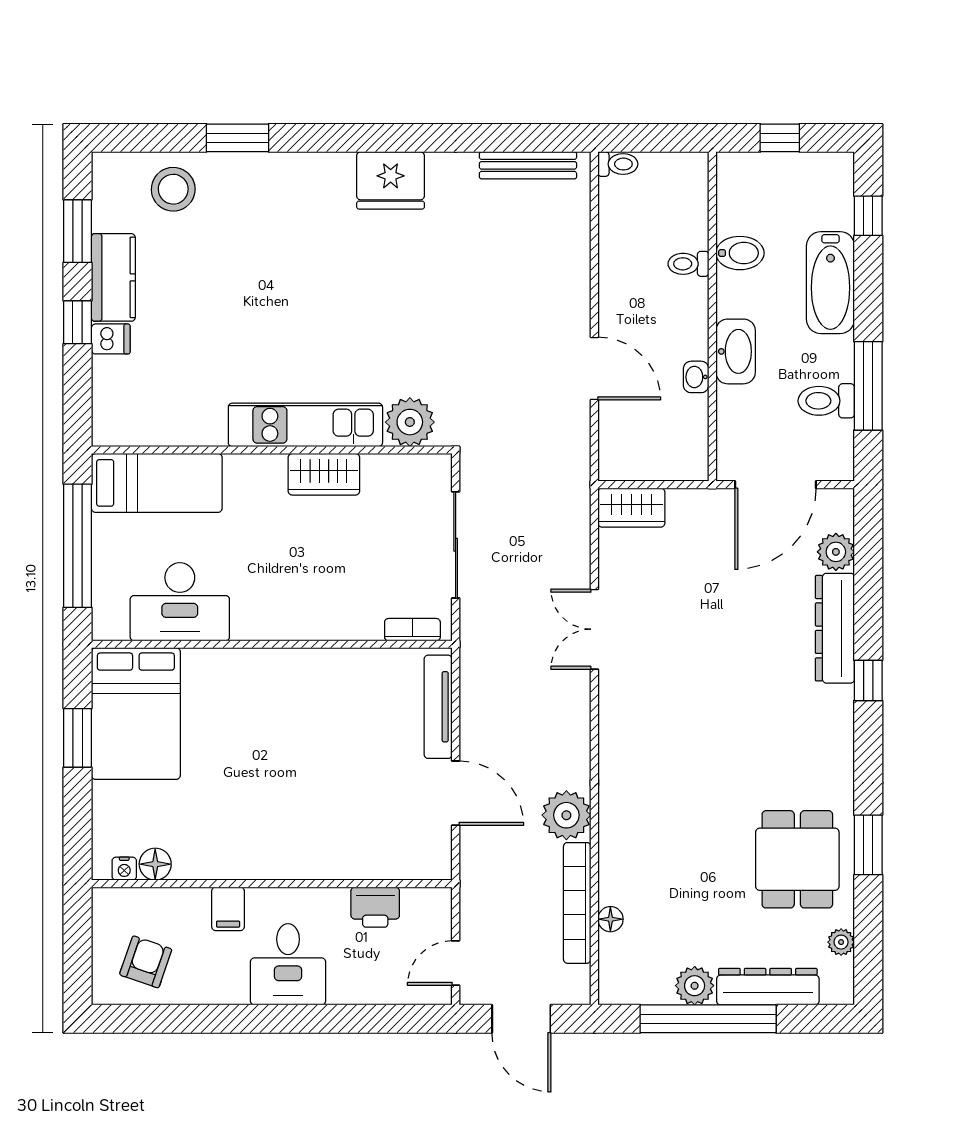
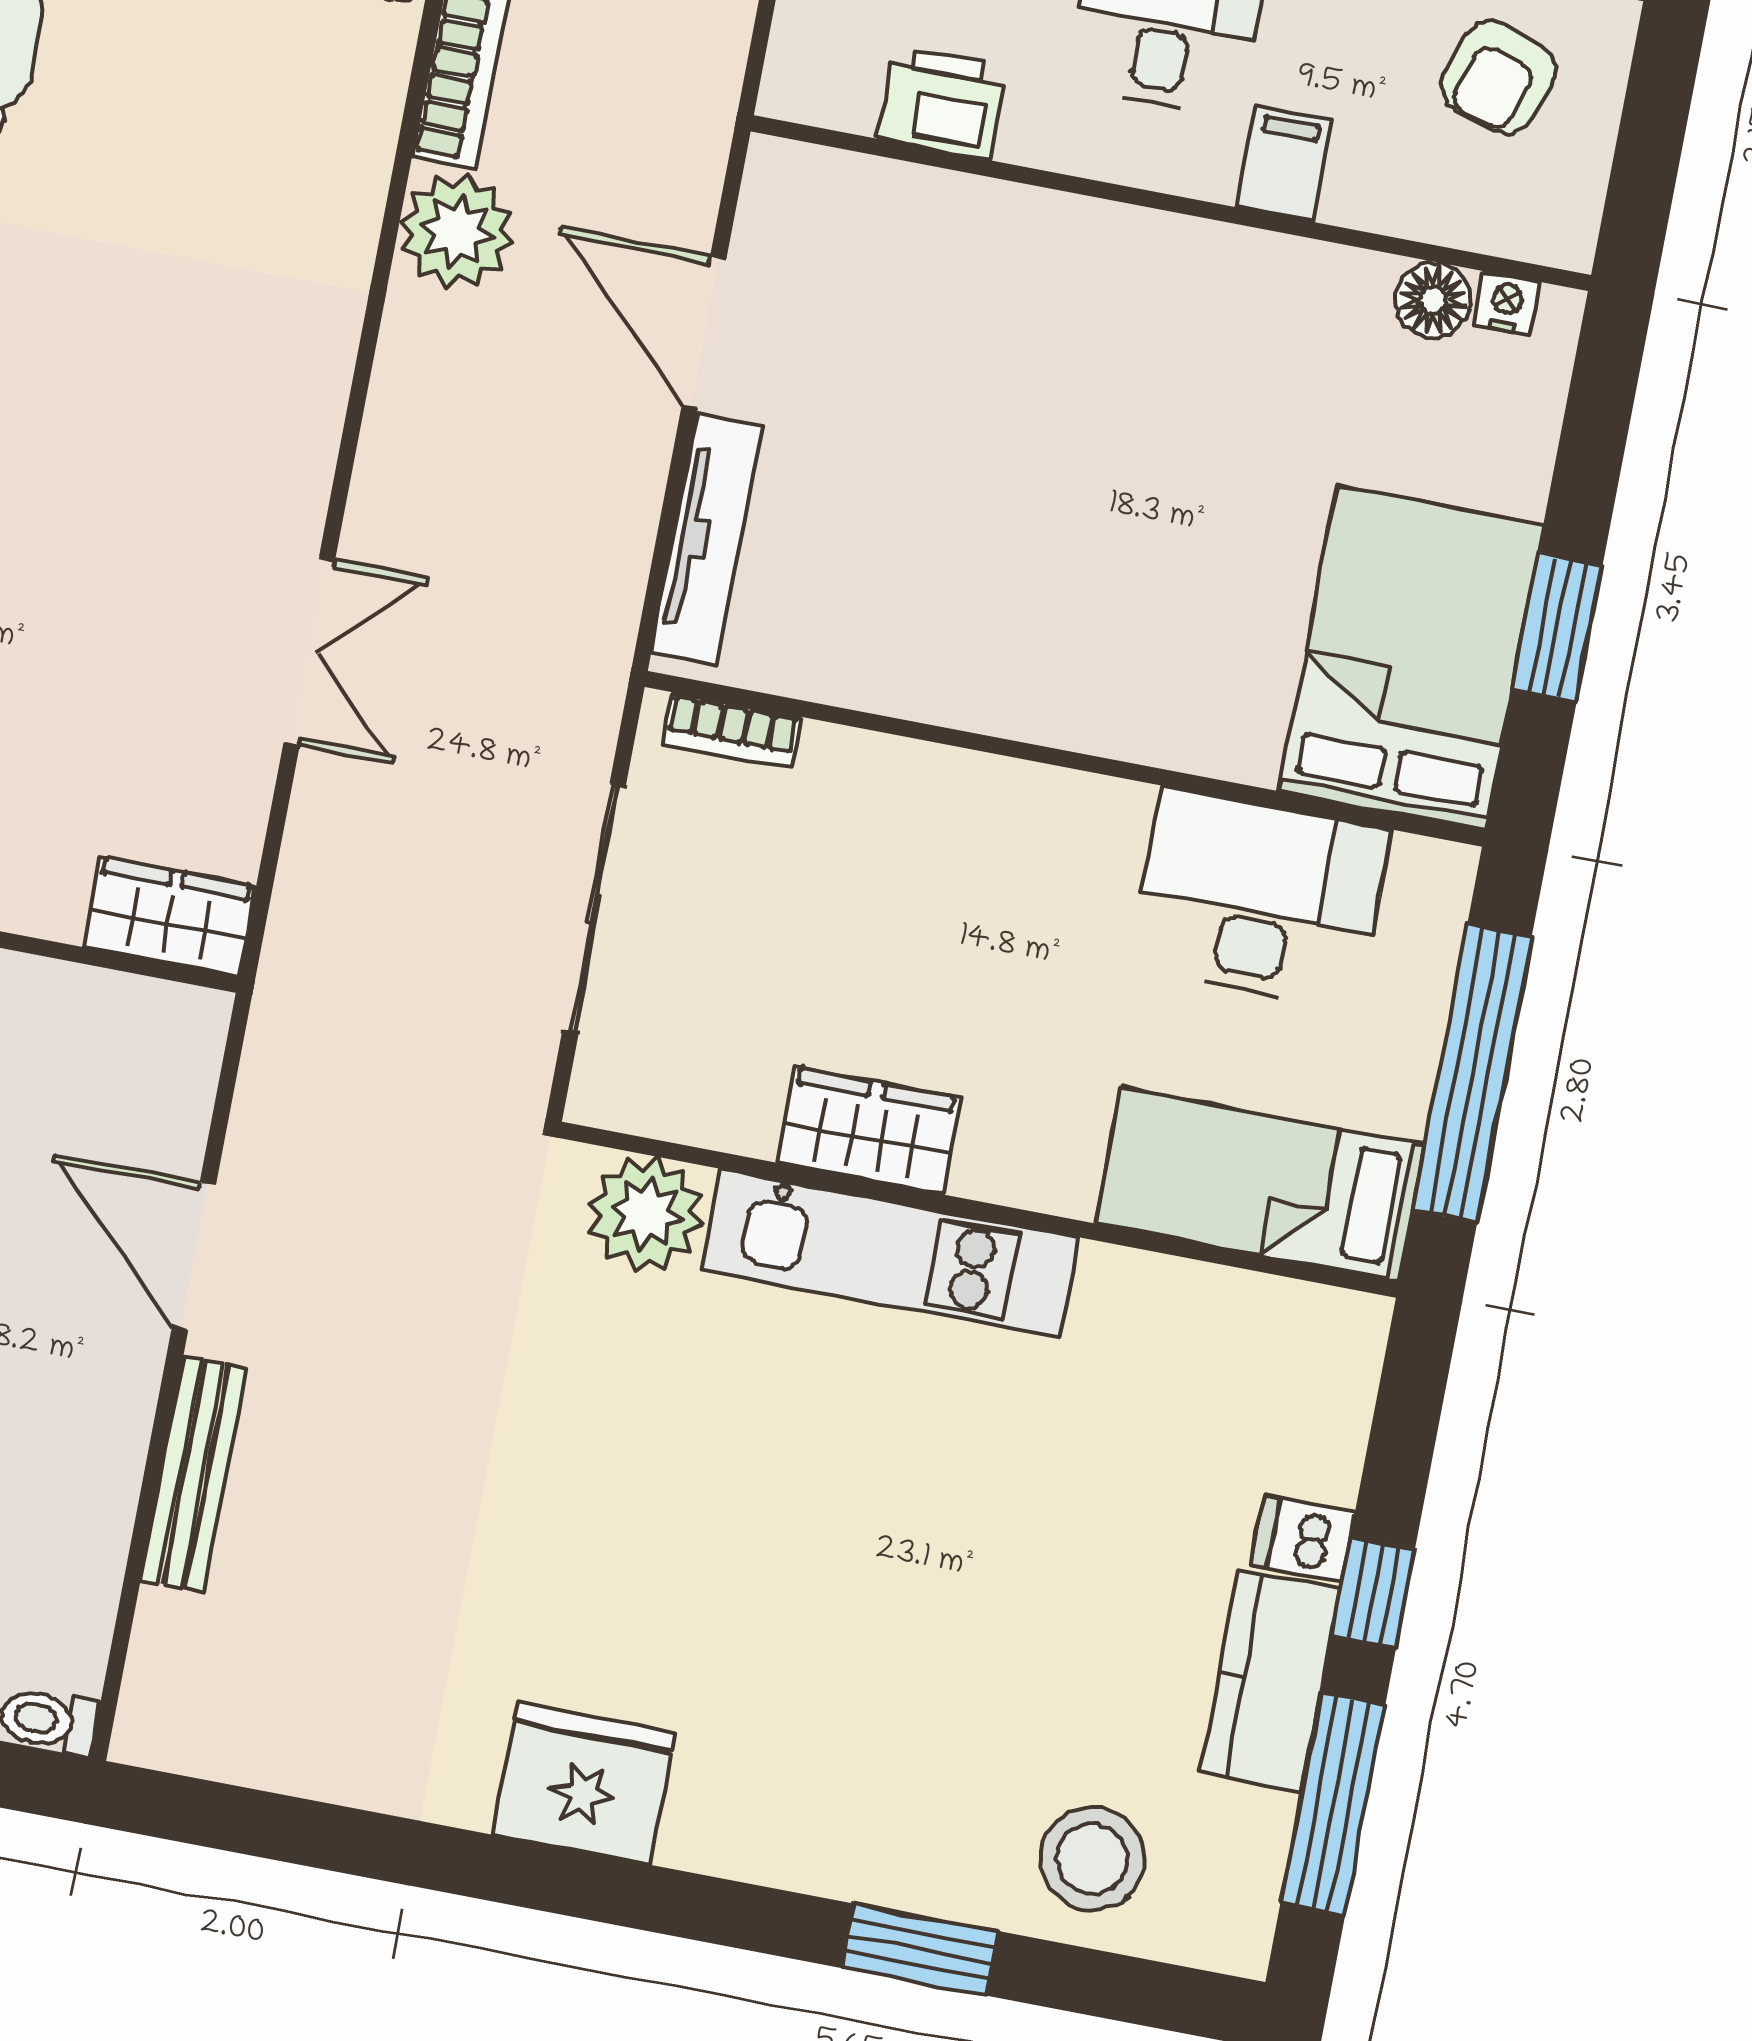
bench: (528, 165) -> (193, 1474), moved, turned 90
window: (78, 231) -> (1333, 1804), width x1.44

